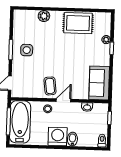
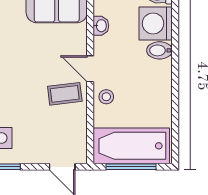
washing machine: (58, 137) -> (156, 23), moved

